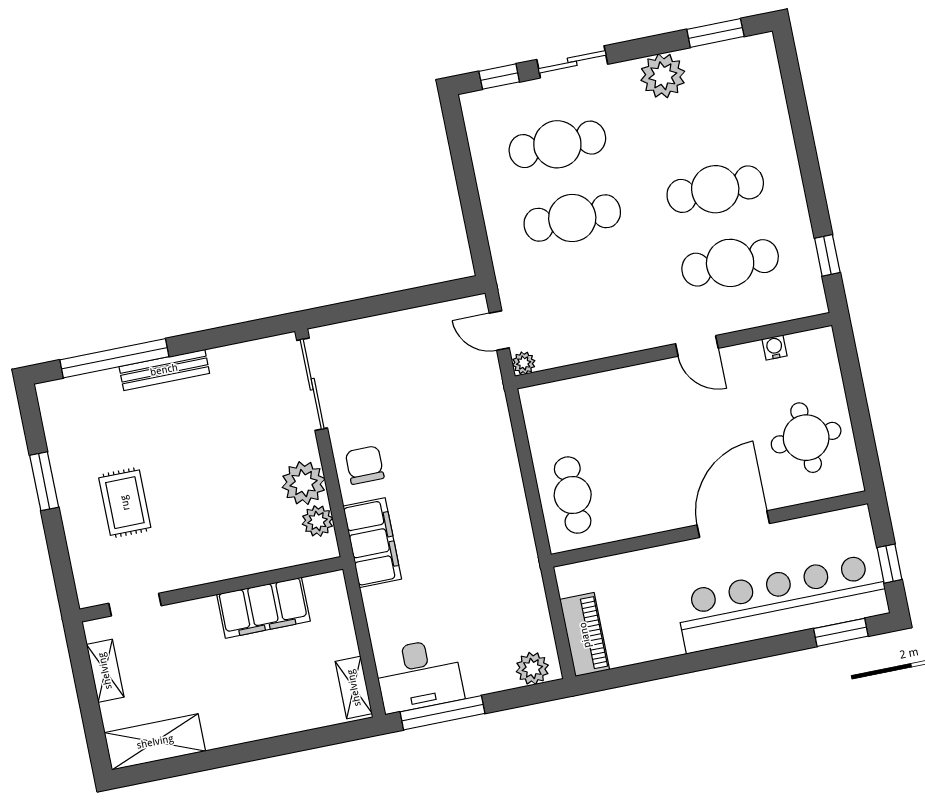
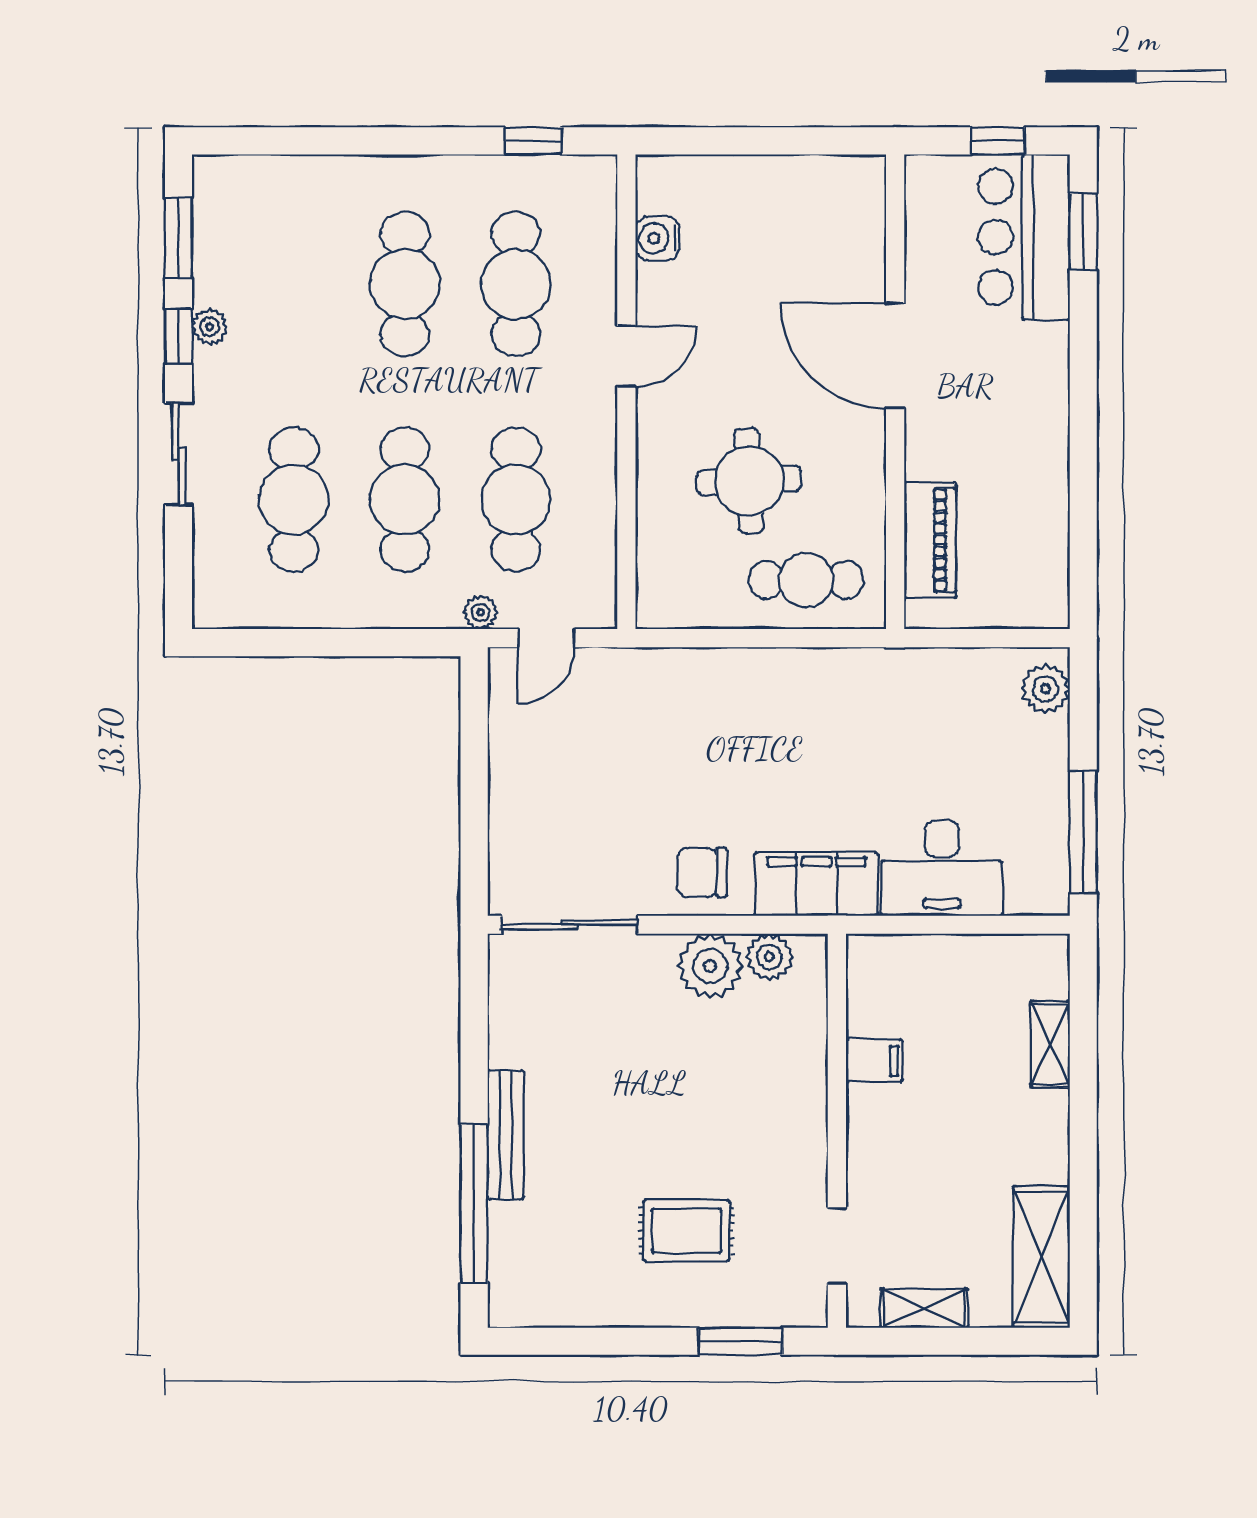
plant: (663, 76) -> (210, 327), width x0.53, depth x0.53
window: (499, 77) -> (179, 336), moved
cafe table: (587, 292) -> (516, 500), added
water cooler: (774, 347) -> (657, 238), width x1.38, depth x1.38
plant: (524, 363) -> (480, 612), moved
round table: (806, 438) -> (749, 481), moved
window: (44, 481) -> (741, 1341), moved
bar counter: (782, 603) -> (1024, 237), width x0.54
filing cabinet: (263, 608) -> (874, 1061), width x0.33, depth x0.86
piano: (585, 635) -> (930, 540), moved, turned 90
desk: (419, 675) -> (942, 868), moved, turned 90
shelving: (354, 688) -> (1050, 1044), moved, turned 90

